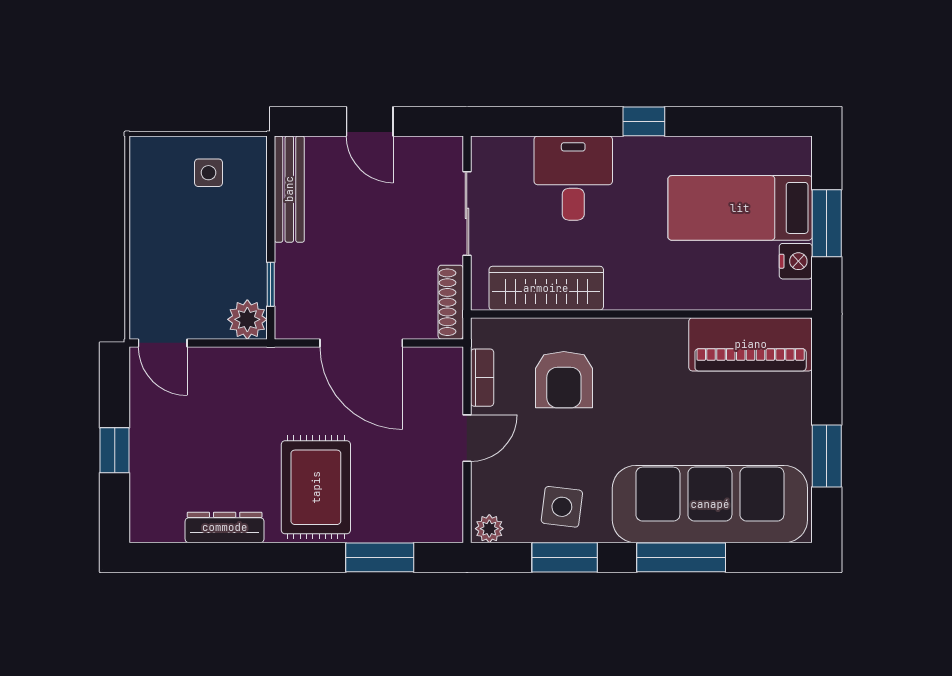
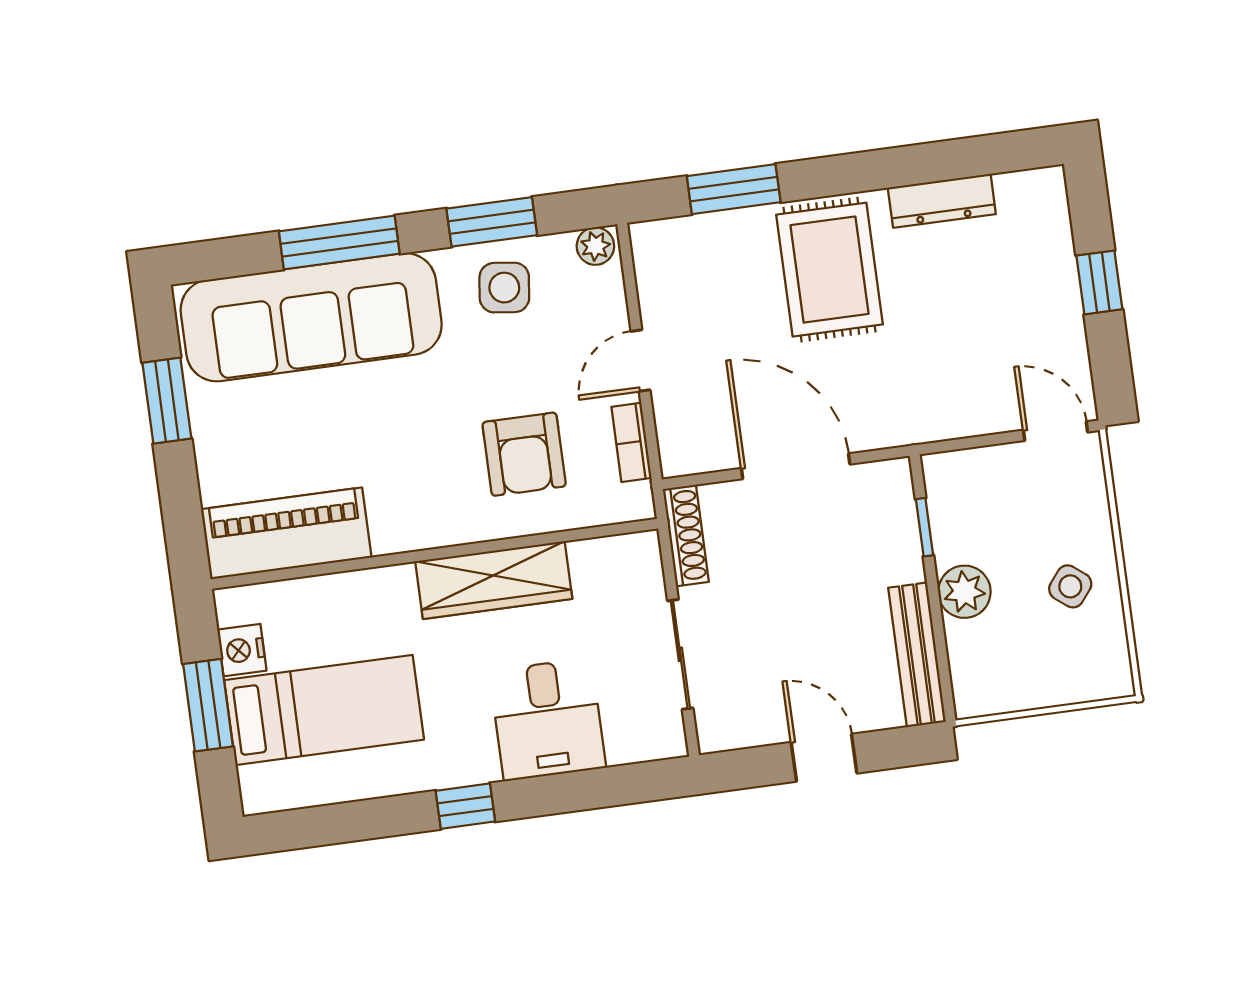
side table: (208, 173) -> (1070, 586), moved, turned 38
wardrobe: (546, 288) -> (494, 580), moved
plant: (247, 319) -> (964, 592), moved
armchair: (564, 380) -> (524, 454), turned 180

